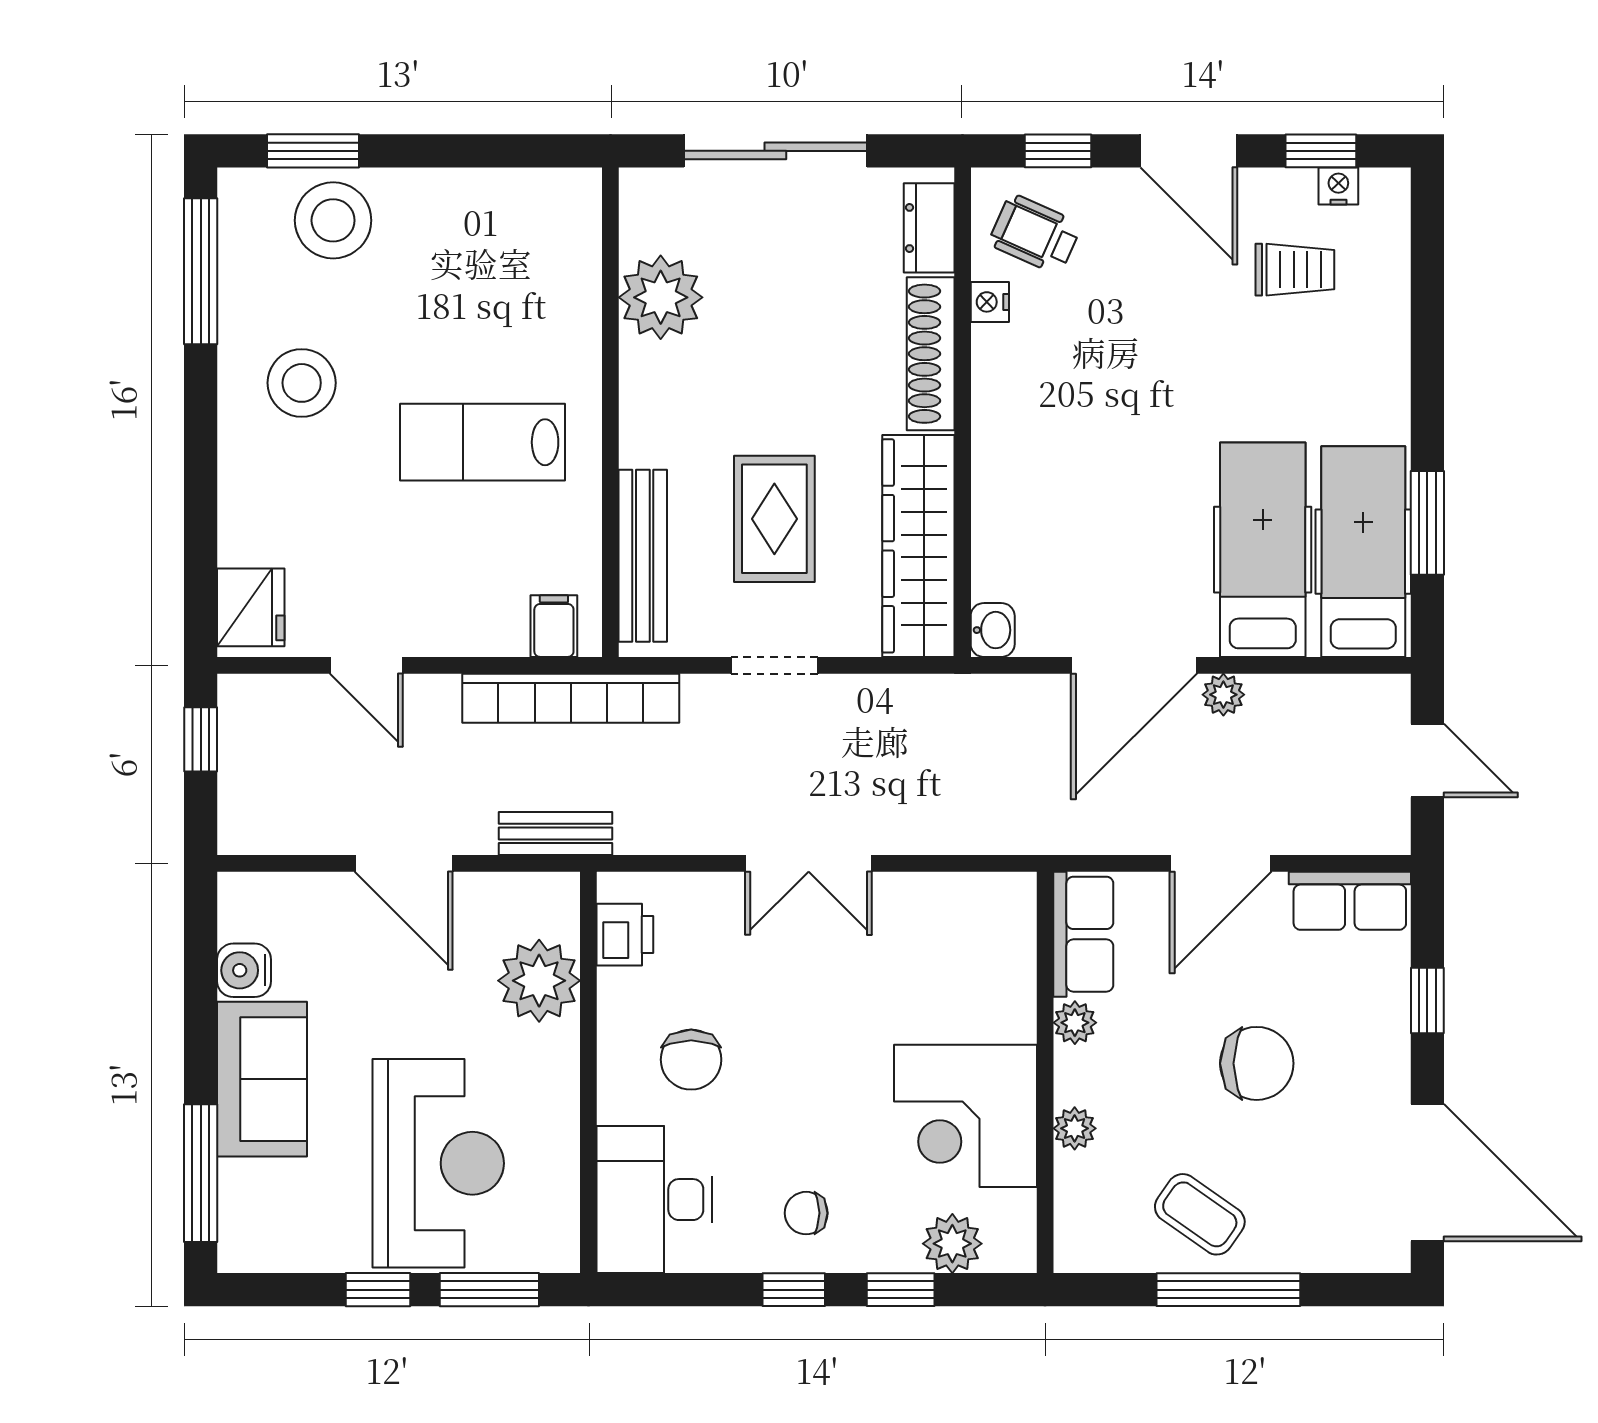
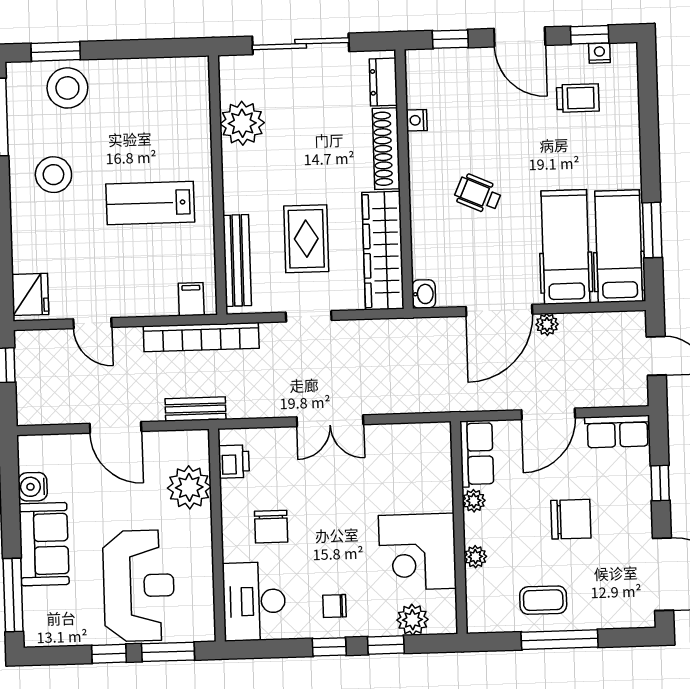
wheelchair: (1035, 234) -> (478, 194), moved
coffee table: (1200, 1214) -> (543, 600), turned -35

